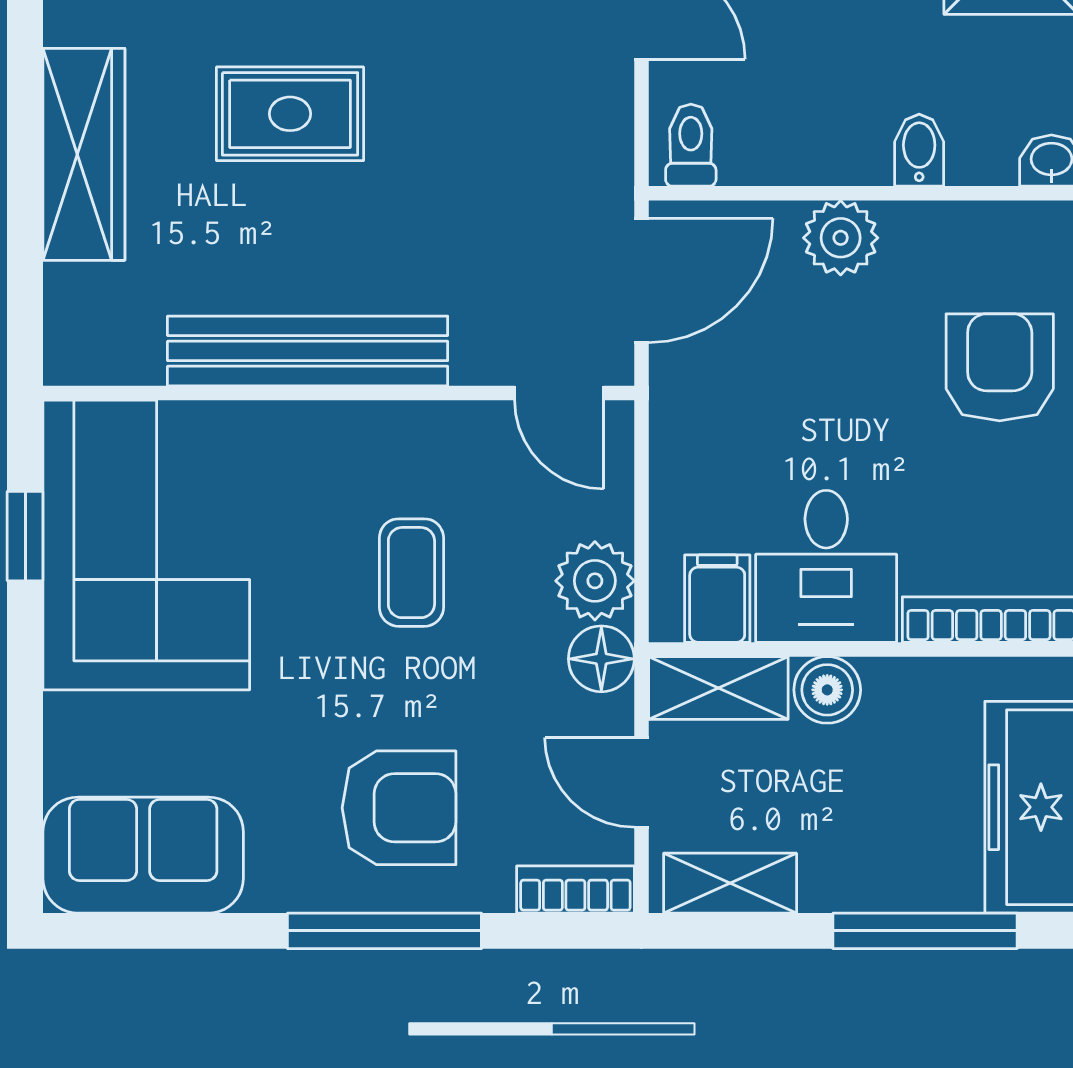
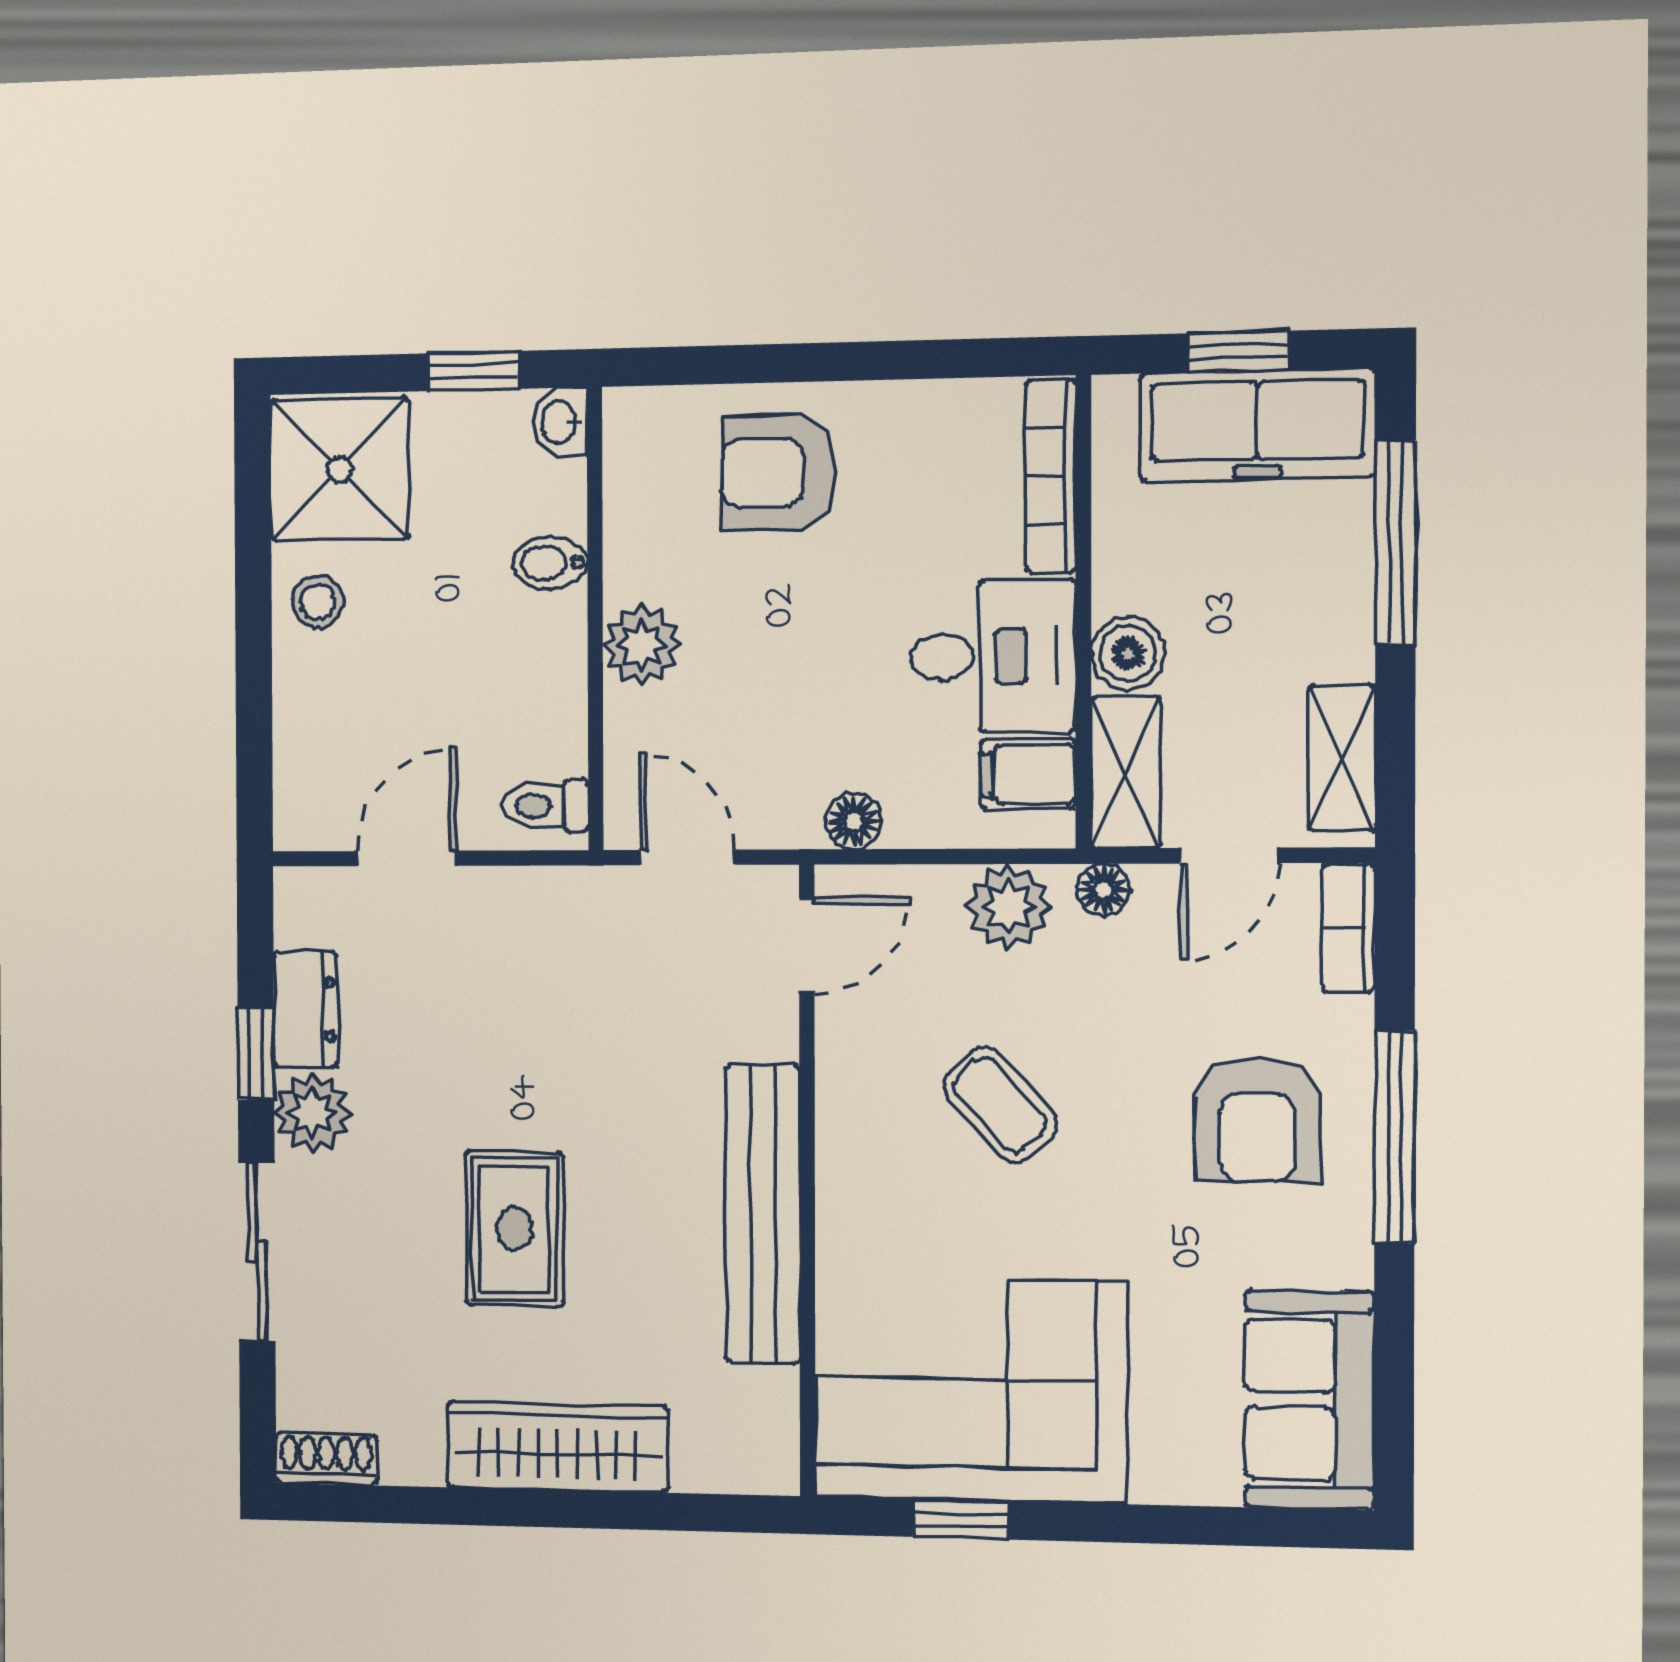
door: (641, 280) -> (687, 857), width x0.73
floor lamp: (675, 437) -> (854, 821), added
coffee table: (411, 573) -> (1000, 1105), turned 48
floor lamp: (601, 659) -> (1103, 890), width x0.73, depth x0.73
armchair: (399, 808) -> (1257, 1120), turned 180

